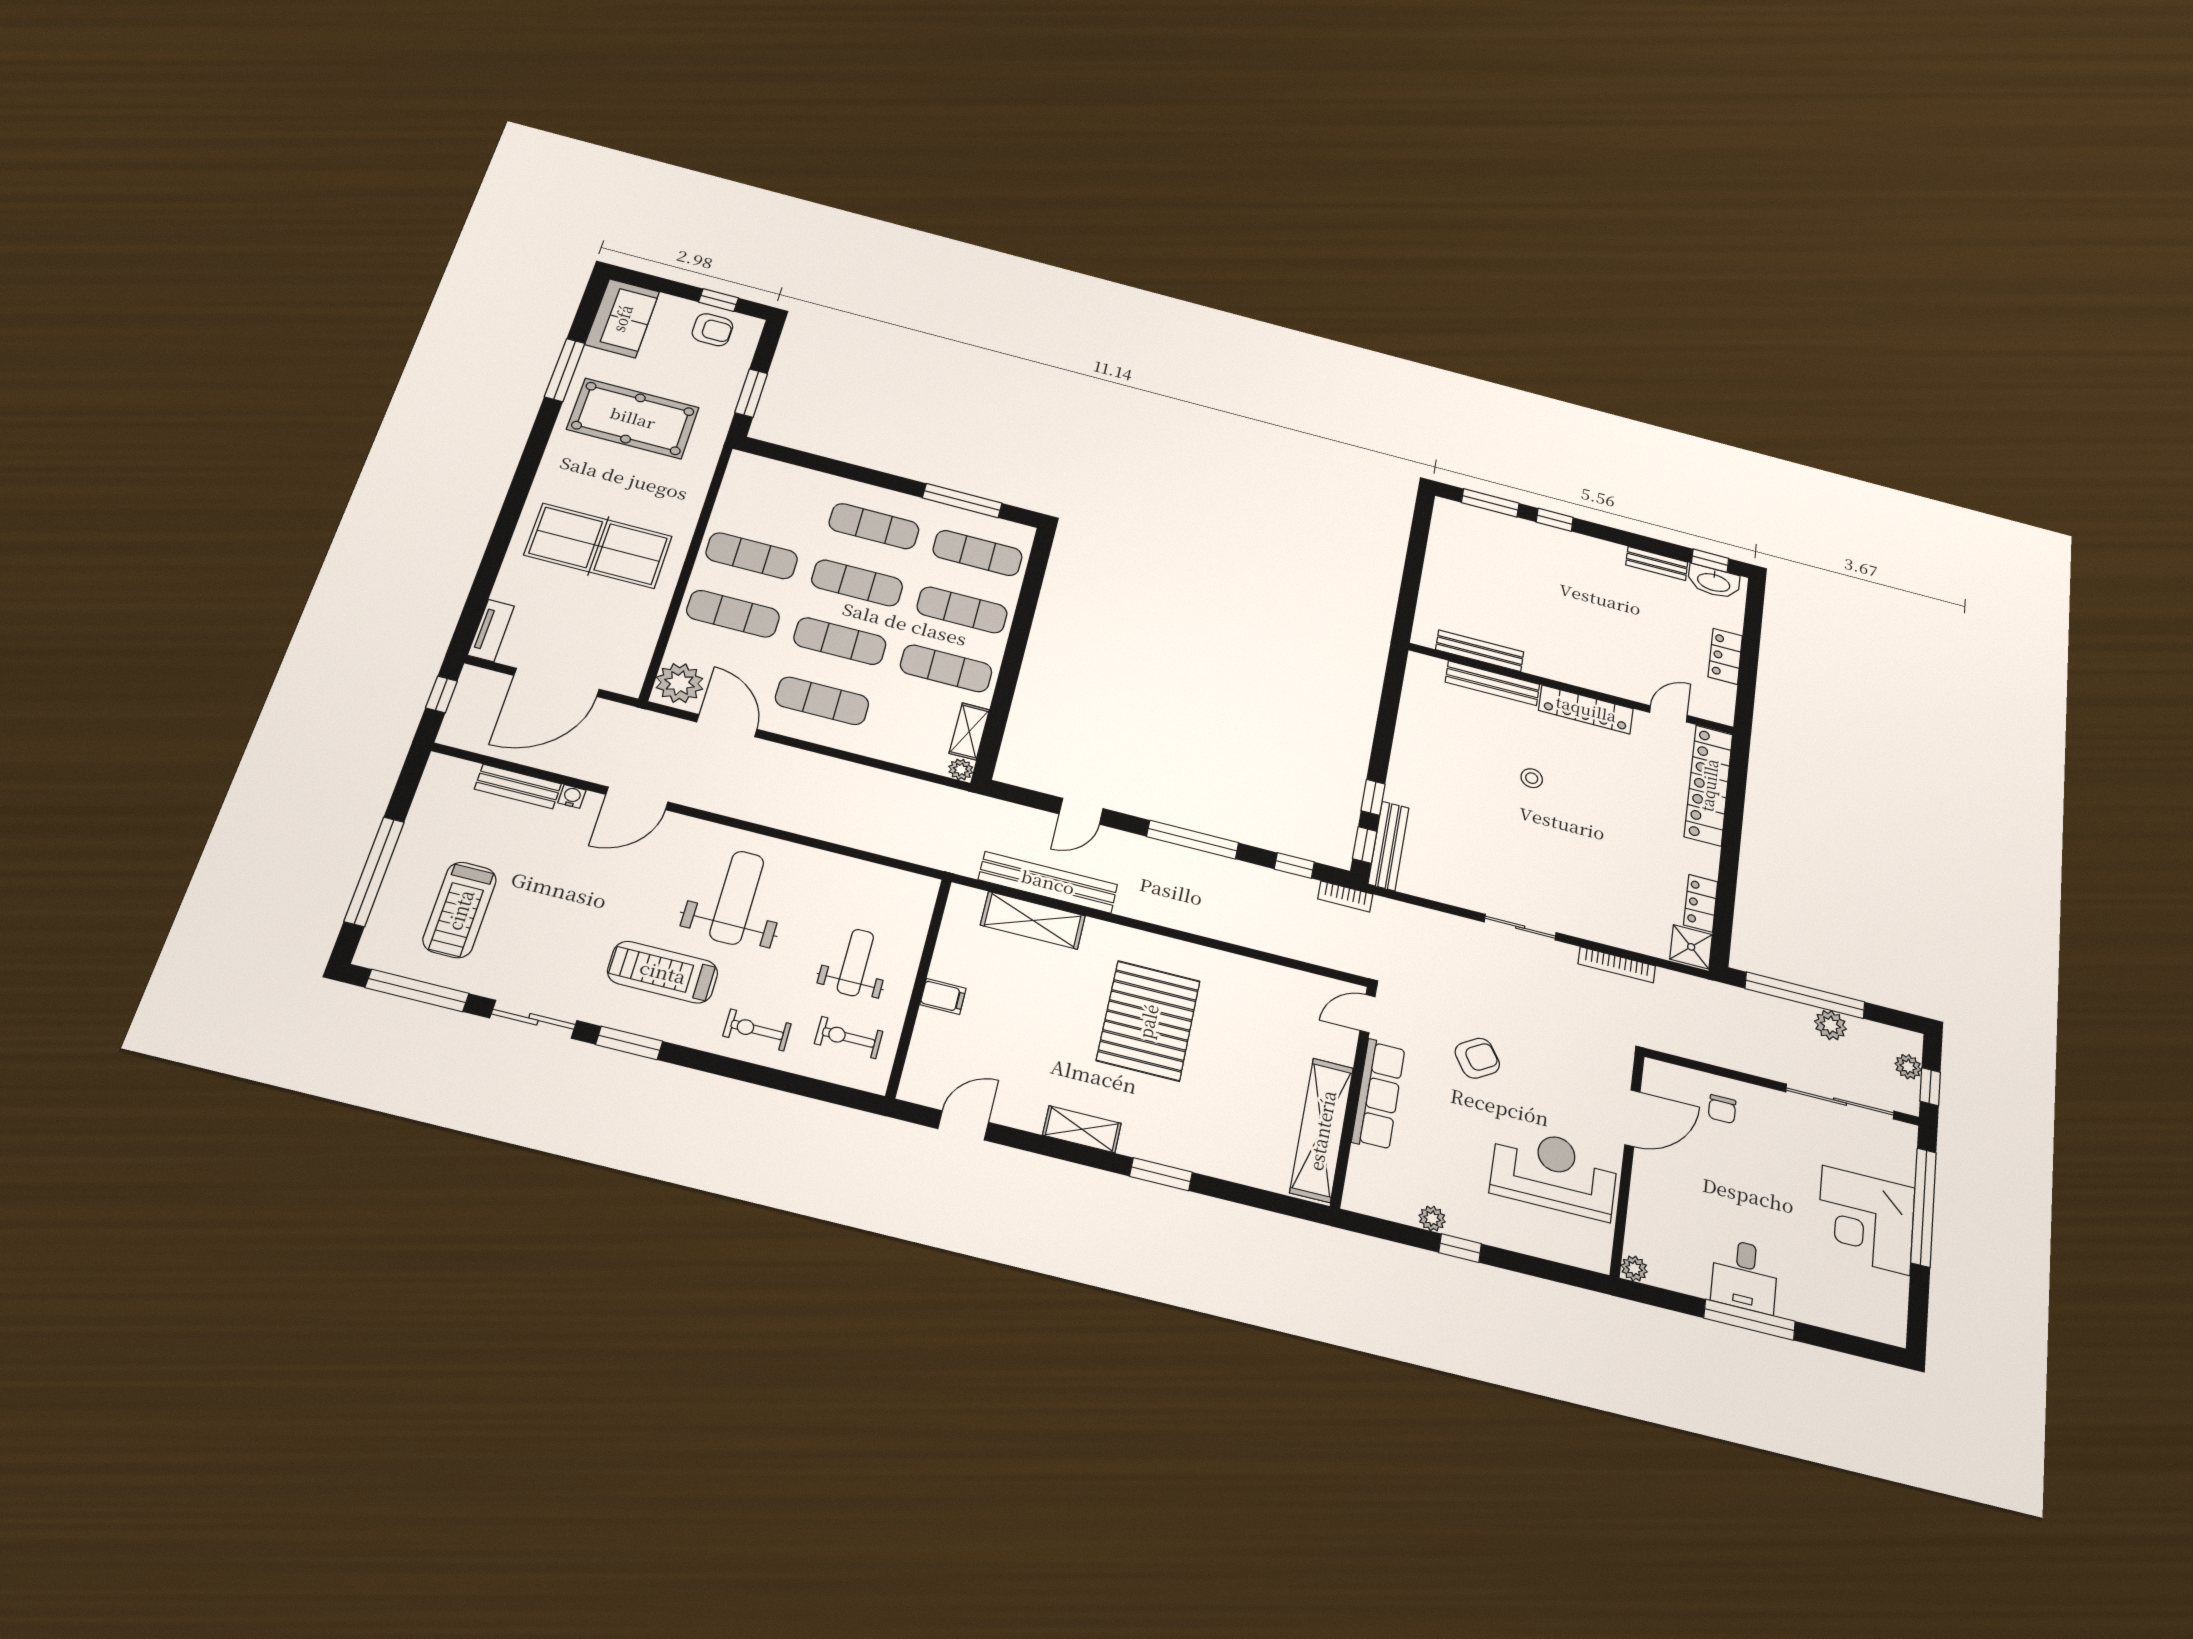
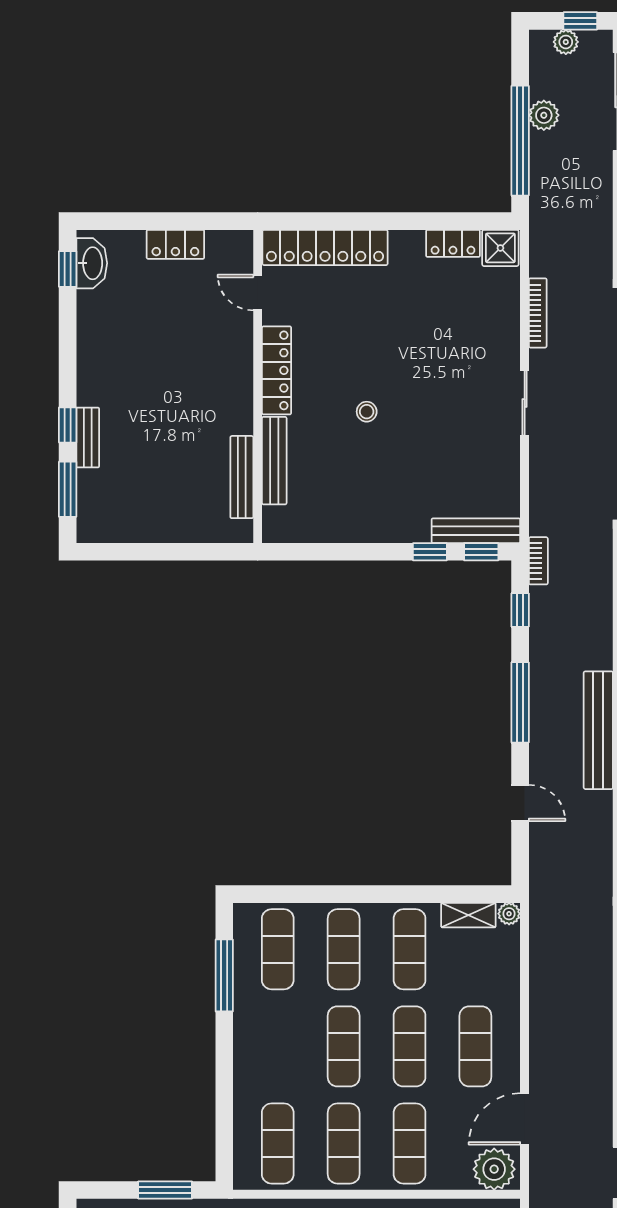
exercise mat: (874, 526) -> (278, 1143), moved
bench: (1657, 564) -> (88, 438), moved
bench: (1048, 882) -> (598, 730), moved

